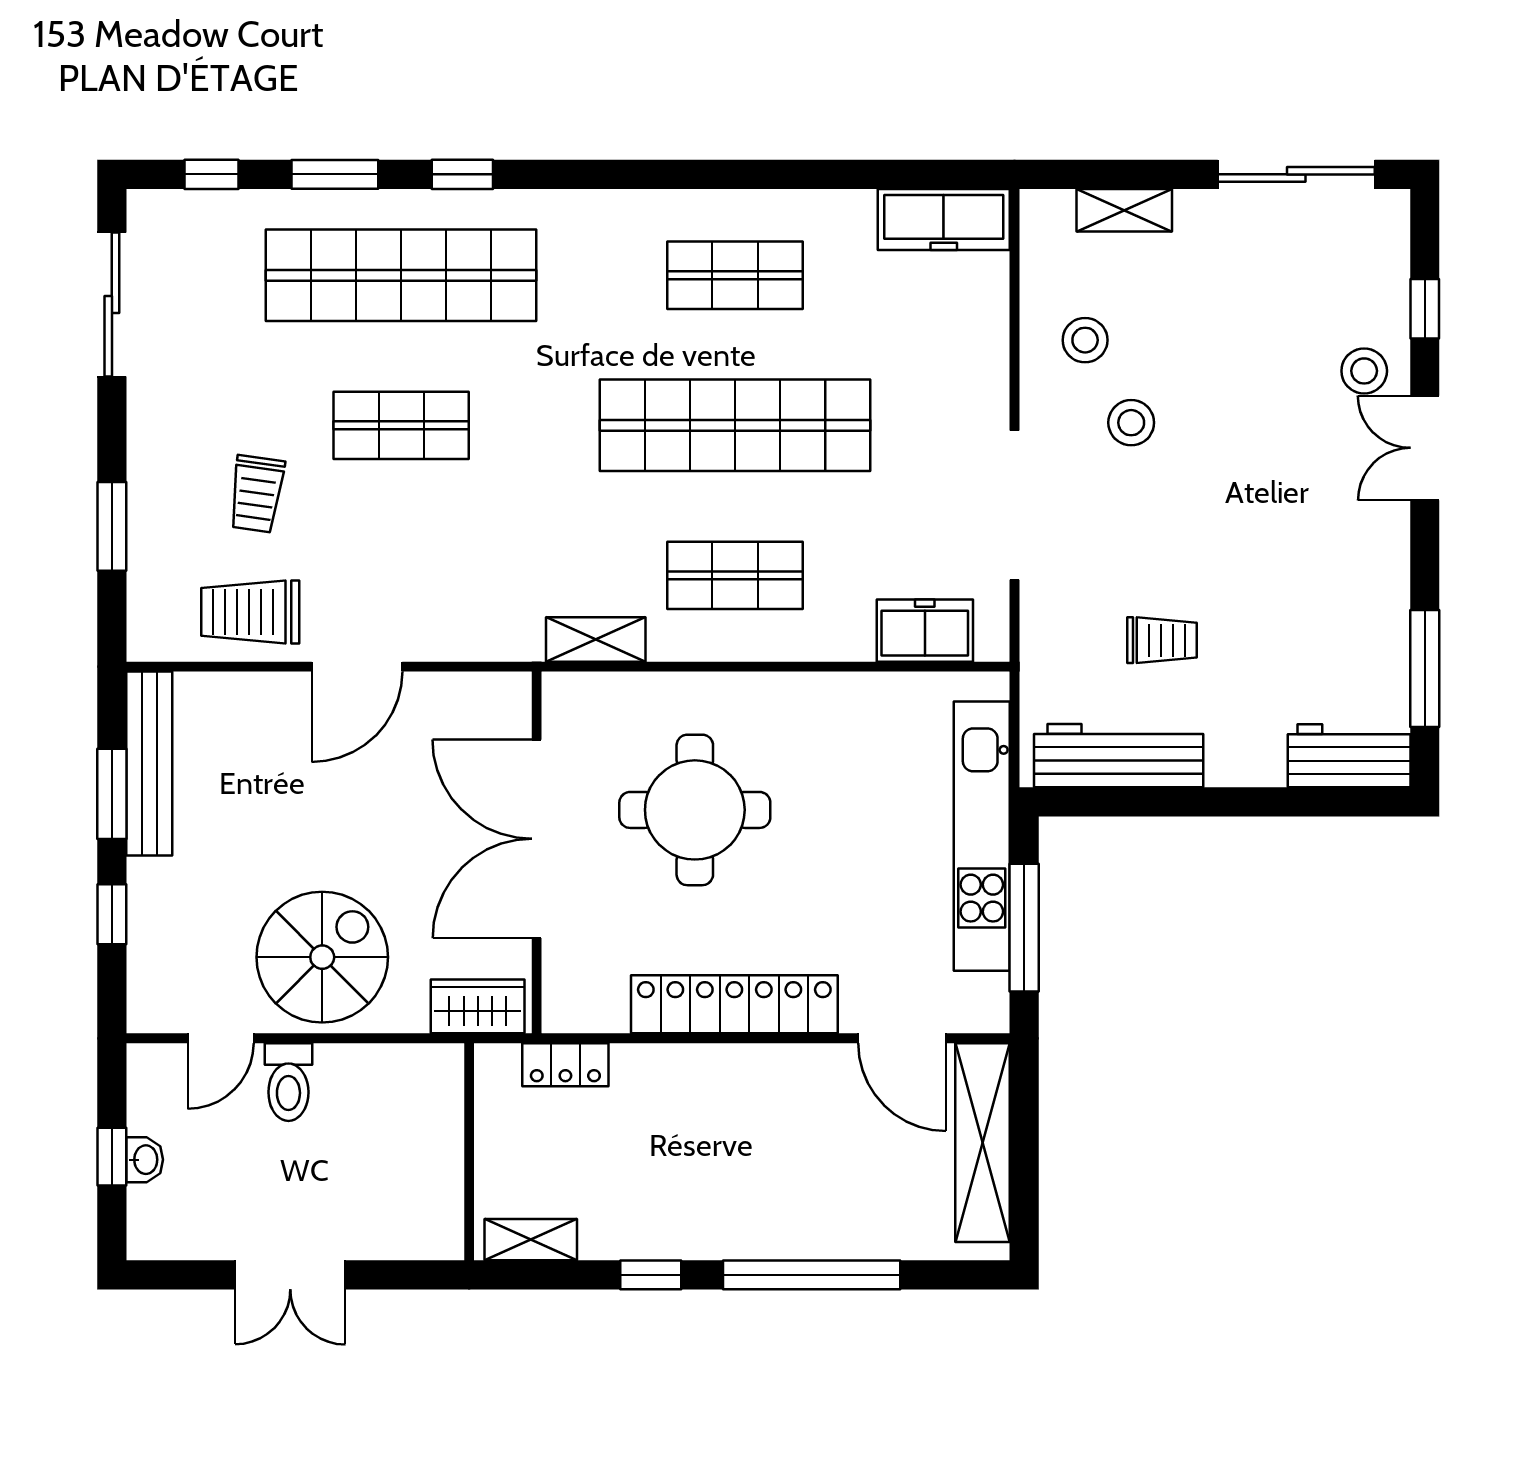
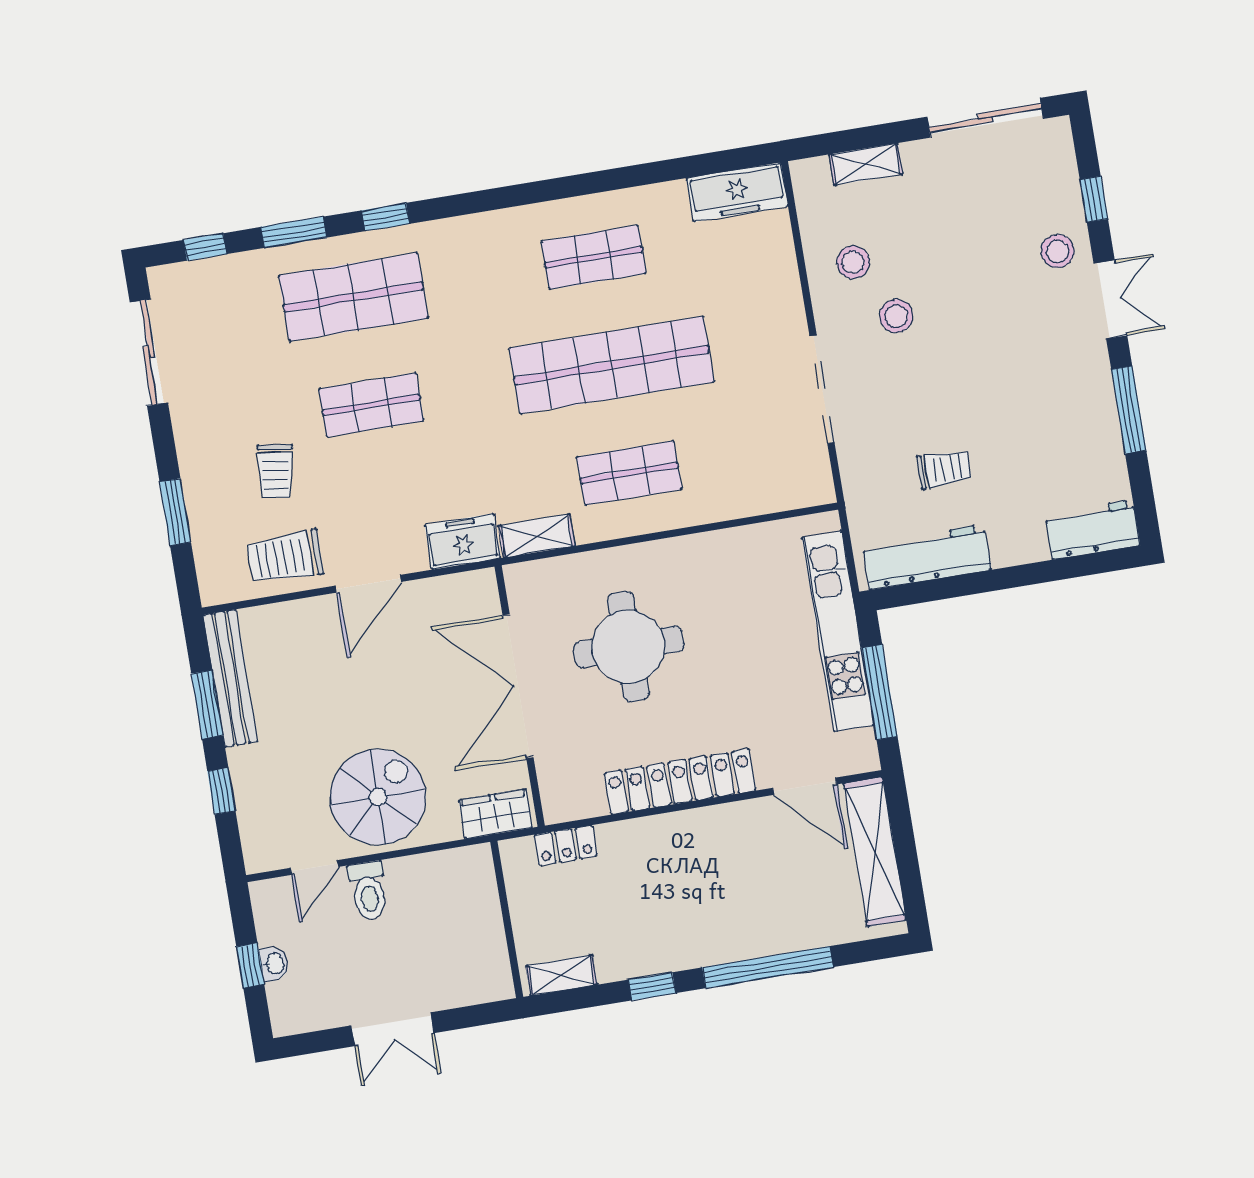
shop shelf: (401, 275) -> (353, 297), width x0.71
double door: (1425, 448) -> (1110, 299), swing flipped
freezer: (925, 631) -> (463, 542), moved
window: (1425, 669) -> (1129, 410), moved

